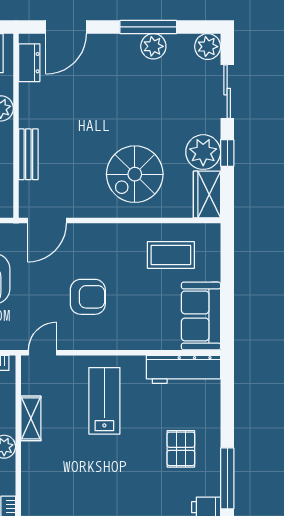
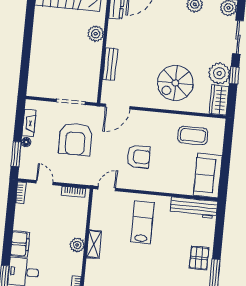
shelving: (31, 418) -> (94, 244), moved
pallet: (181, 449) -> (199, 258), moved

